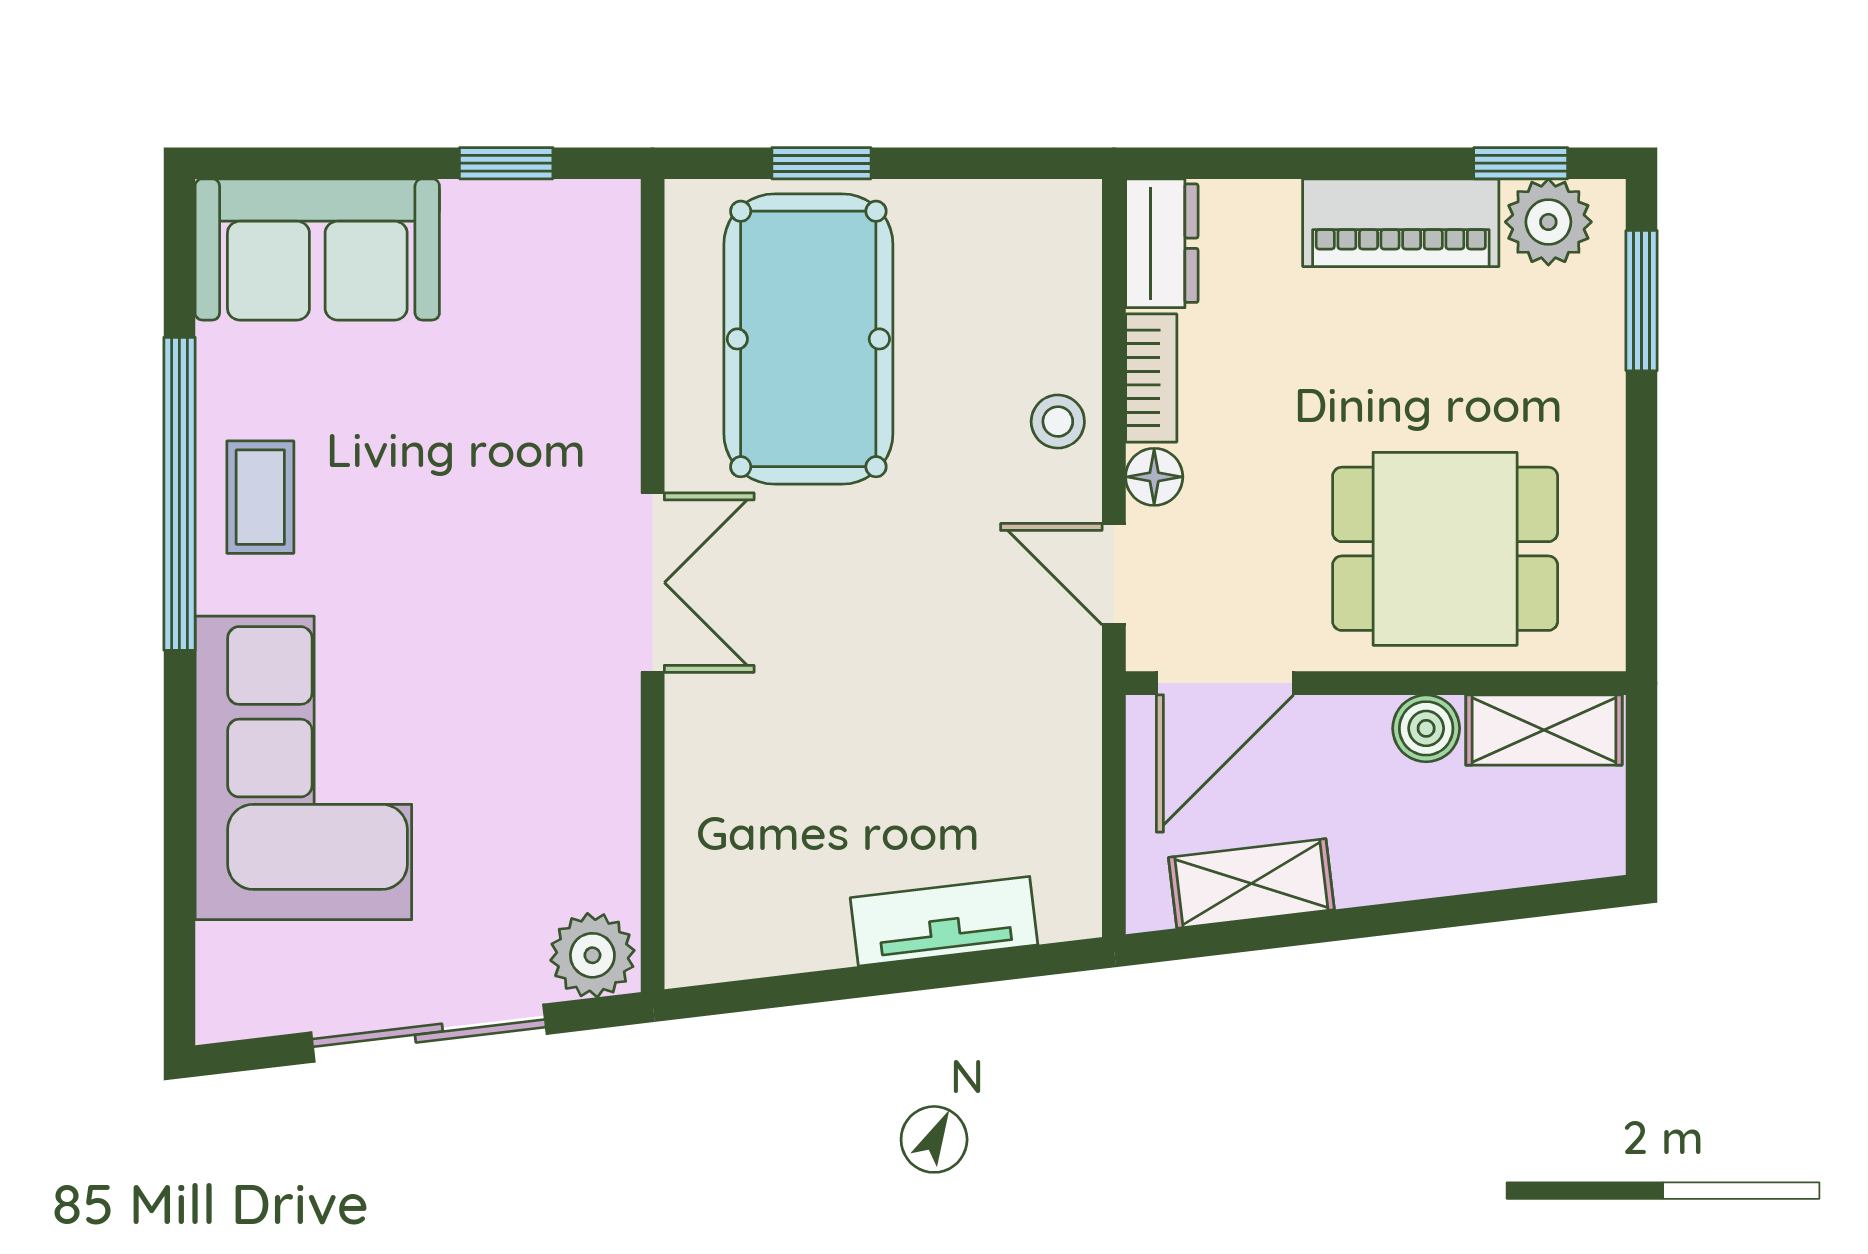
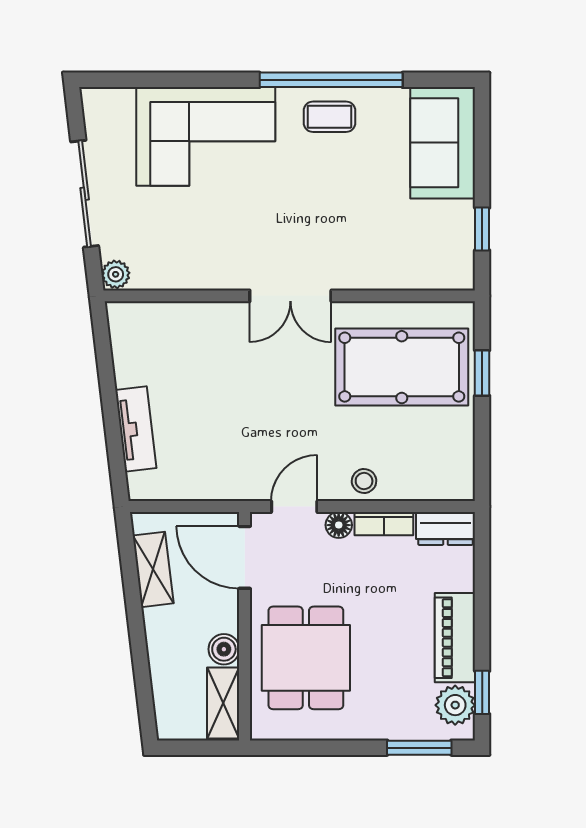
plant: (592, 955) -> (116, 274), width x0.73, depth x0.73

